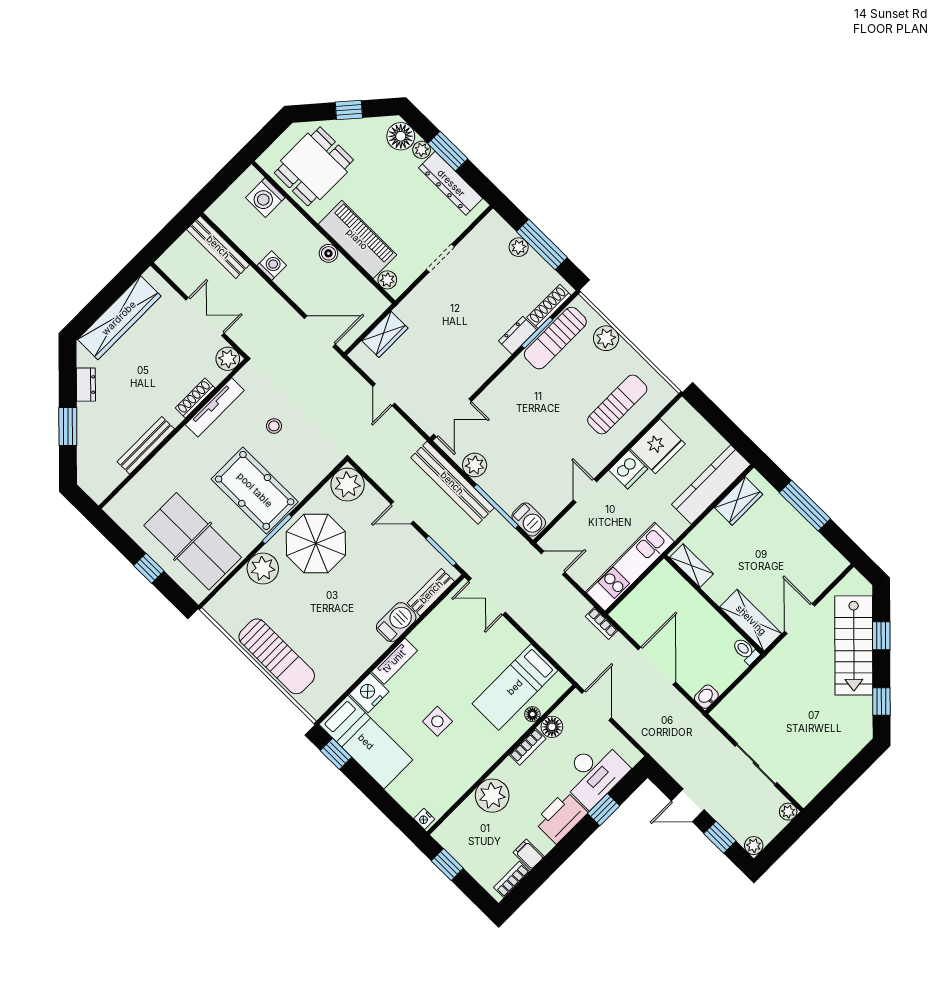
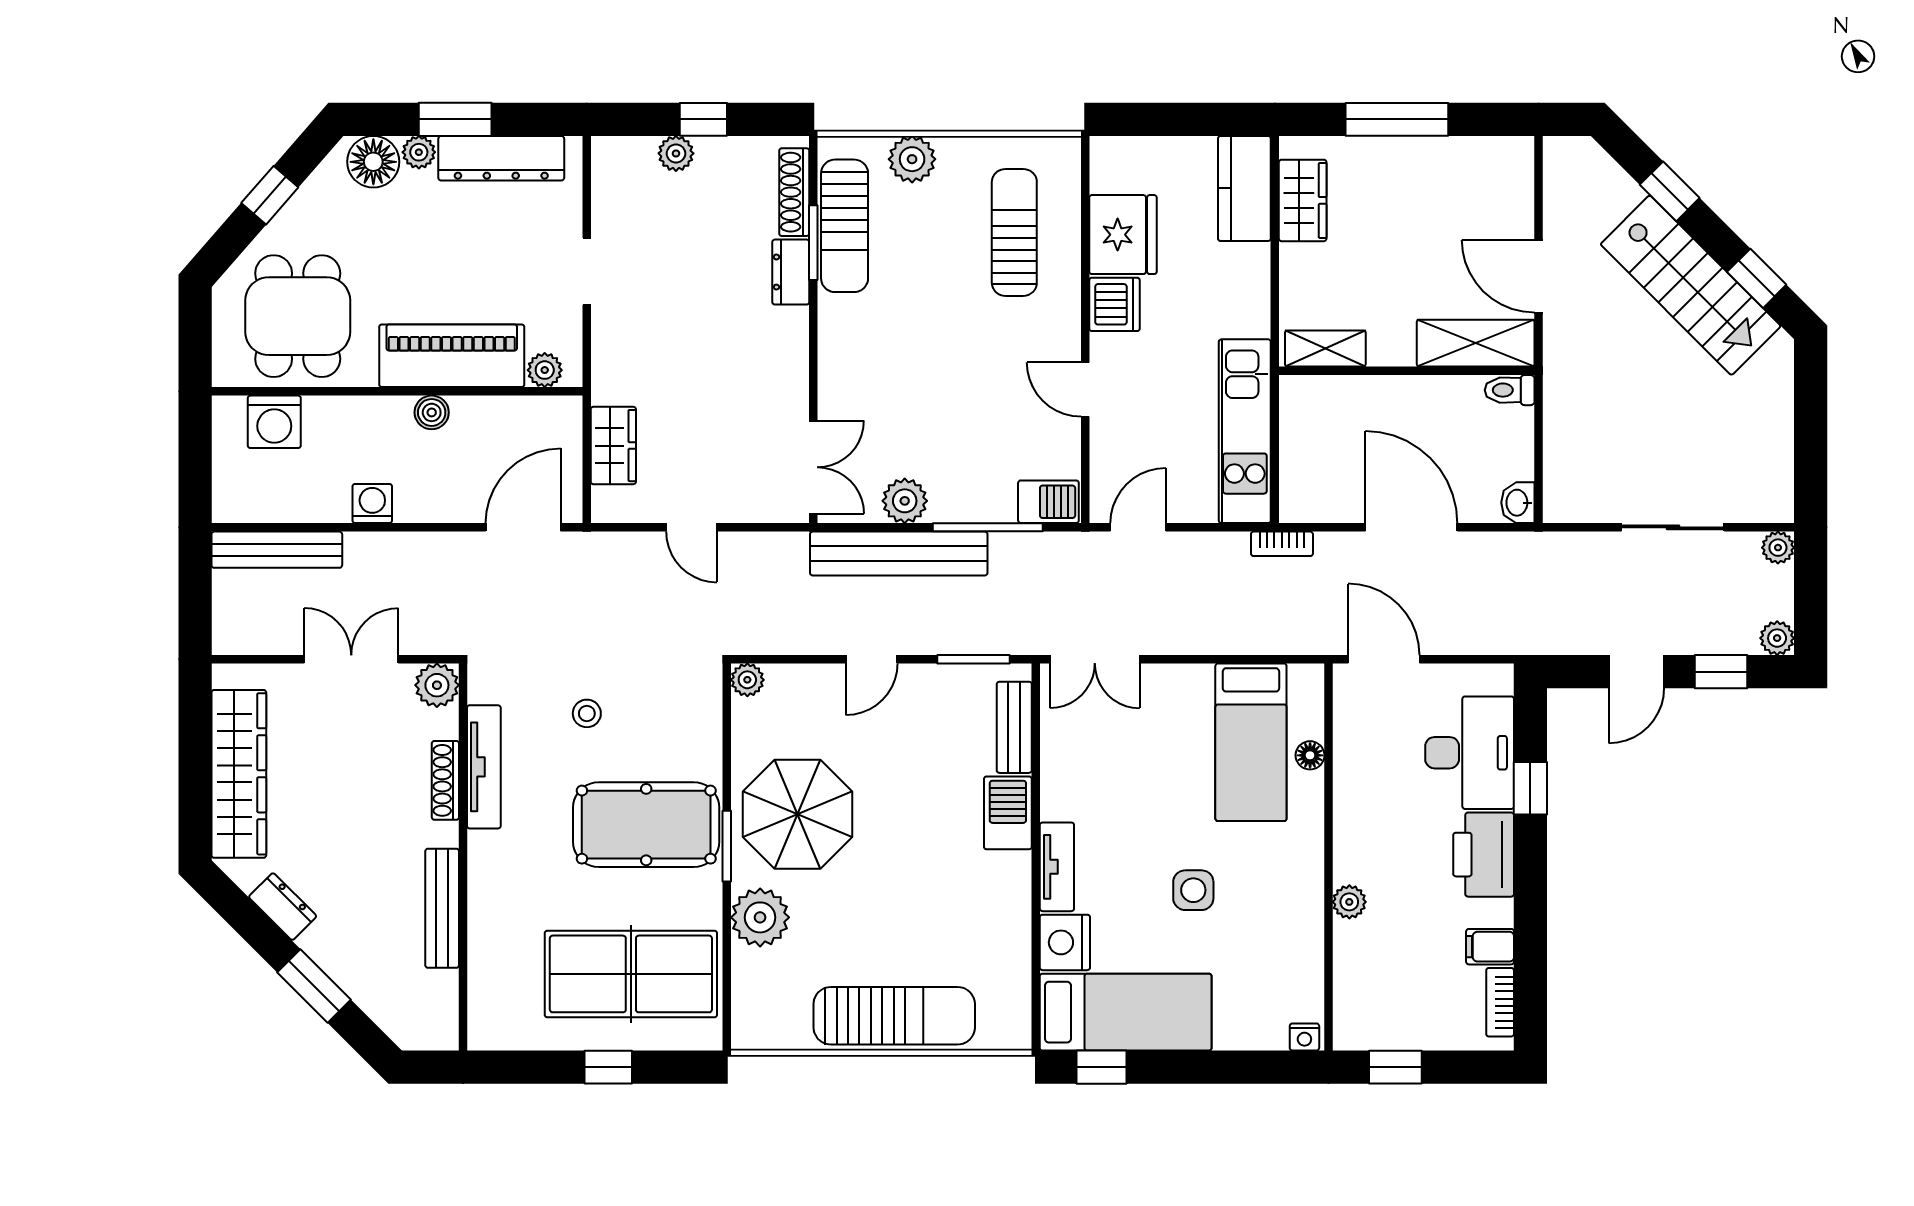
window: (542, 245) -> (703, 119), width x0.46
kitchen counter: (711, 484) -> (1244, 188), width x0.67
plant: (348, 485) -> (747, 680), width x0.53, depth x0.53
stairs: (854, 645) -> (1691, 285), moved
floor lamp: (552, 727) -> (1353, 747), removed
bookcase: (528, 747) -> (1347, 805), removed
plant: (492, 796) -> (1349, 902), width x0.53, depth x0.53

